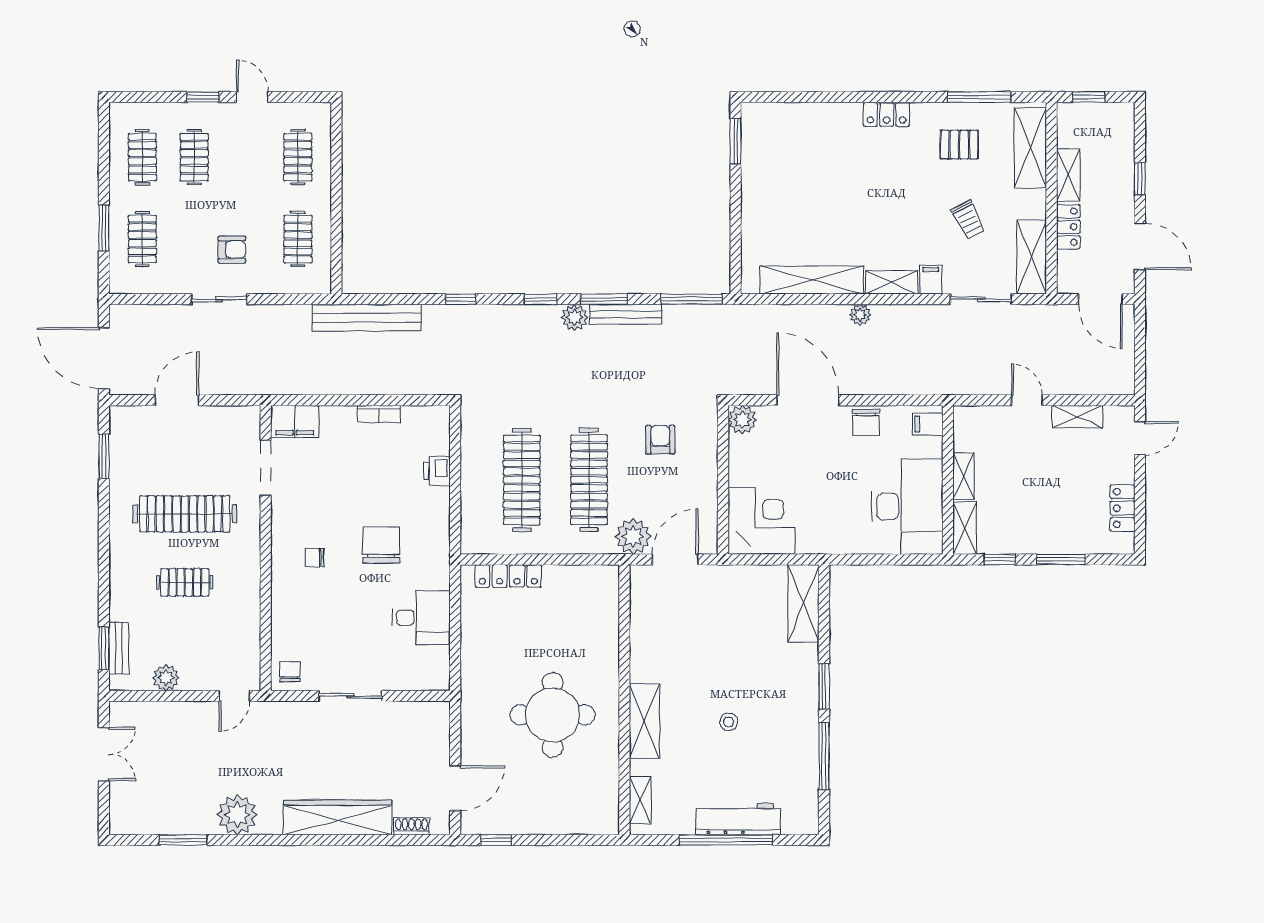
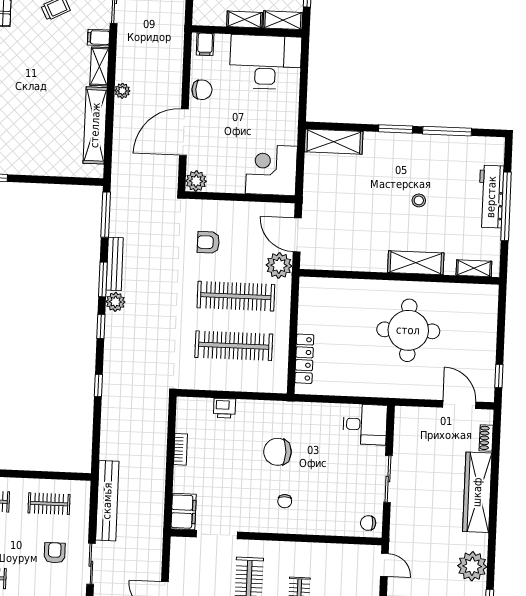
bench: (367, 318) -> (107, 501), moved
desk: (421, 618) -> (365, 424), moved, turned 90

